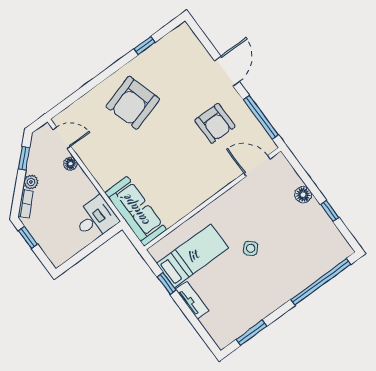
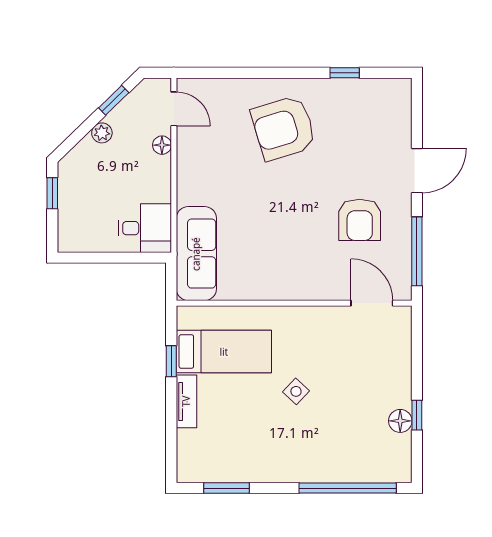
floor lamp: (303, 195) -> (400, 421), moved
bookcase: (26, 204) -> (78, 153), removed

